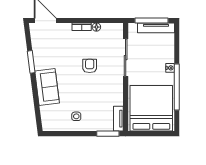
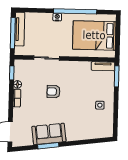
window: (109, 20) -> (12, 73), added
sliding door: (126, 58) -> (47, 58), width x0.73
sofa: (47, 87) -> (49, 134), moved
bed: (151, 108) -> (94, 35), width x0.73

